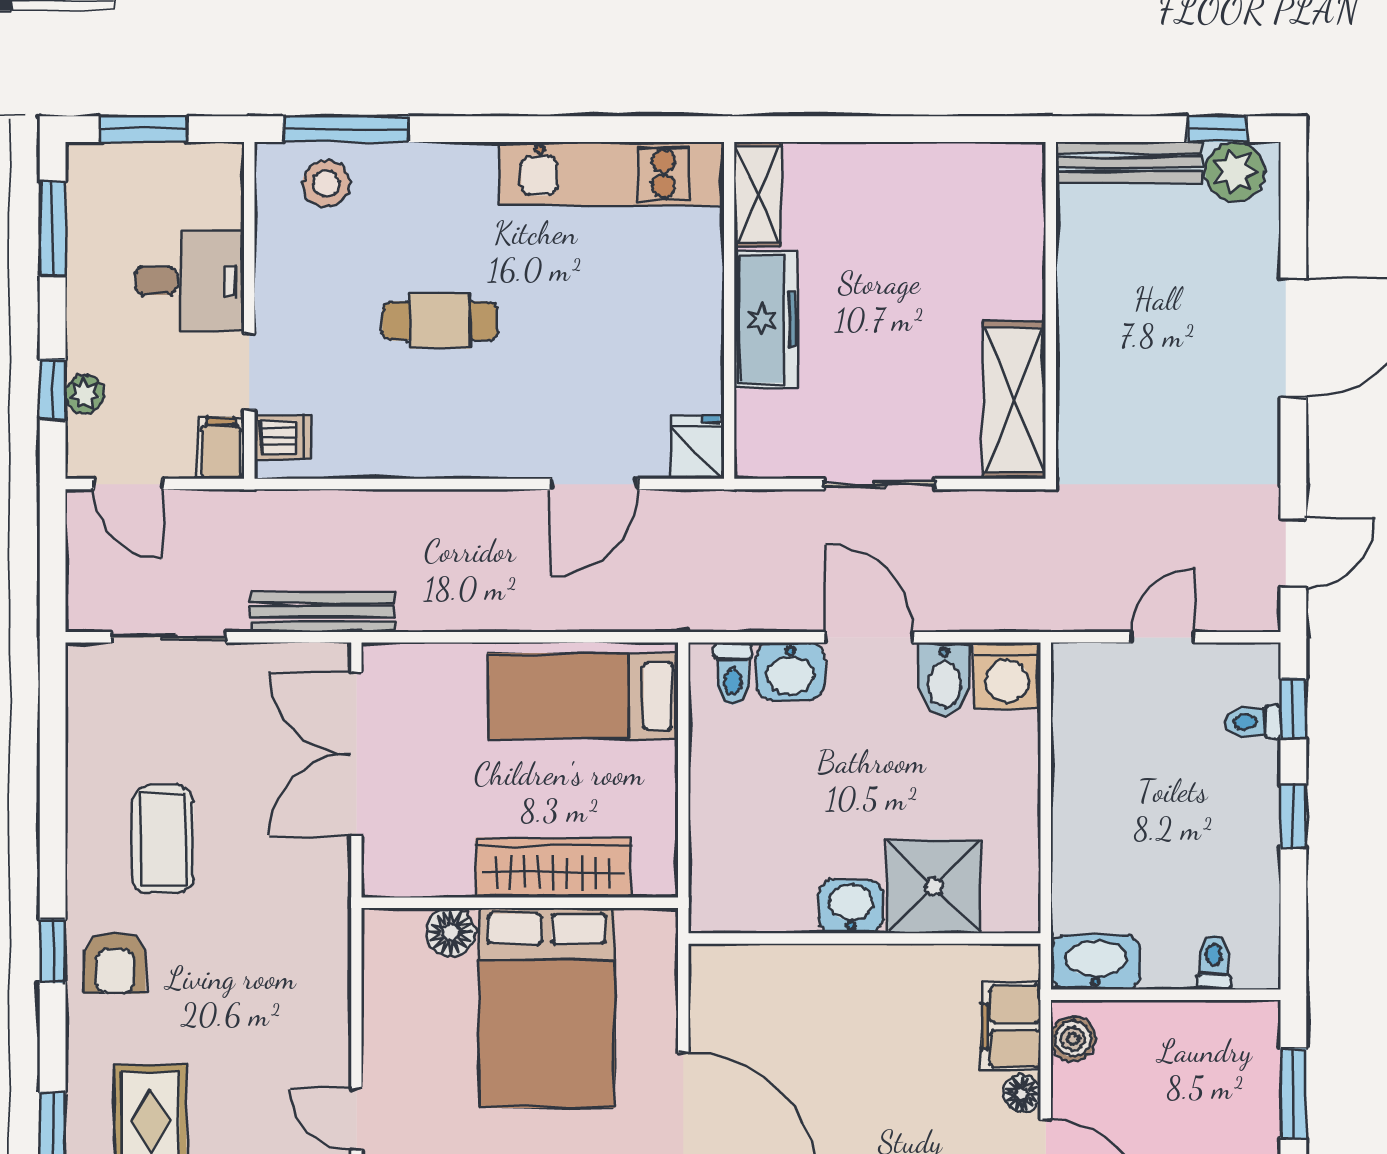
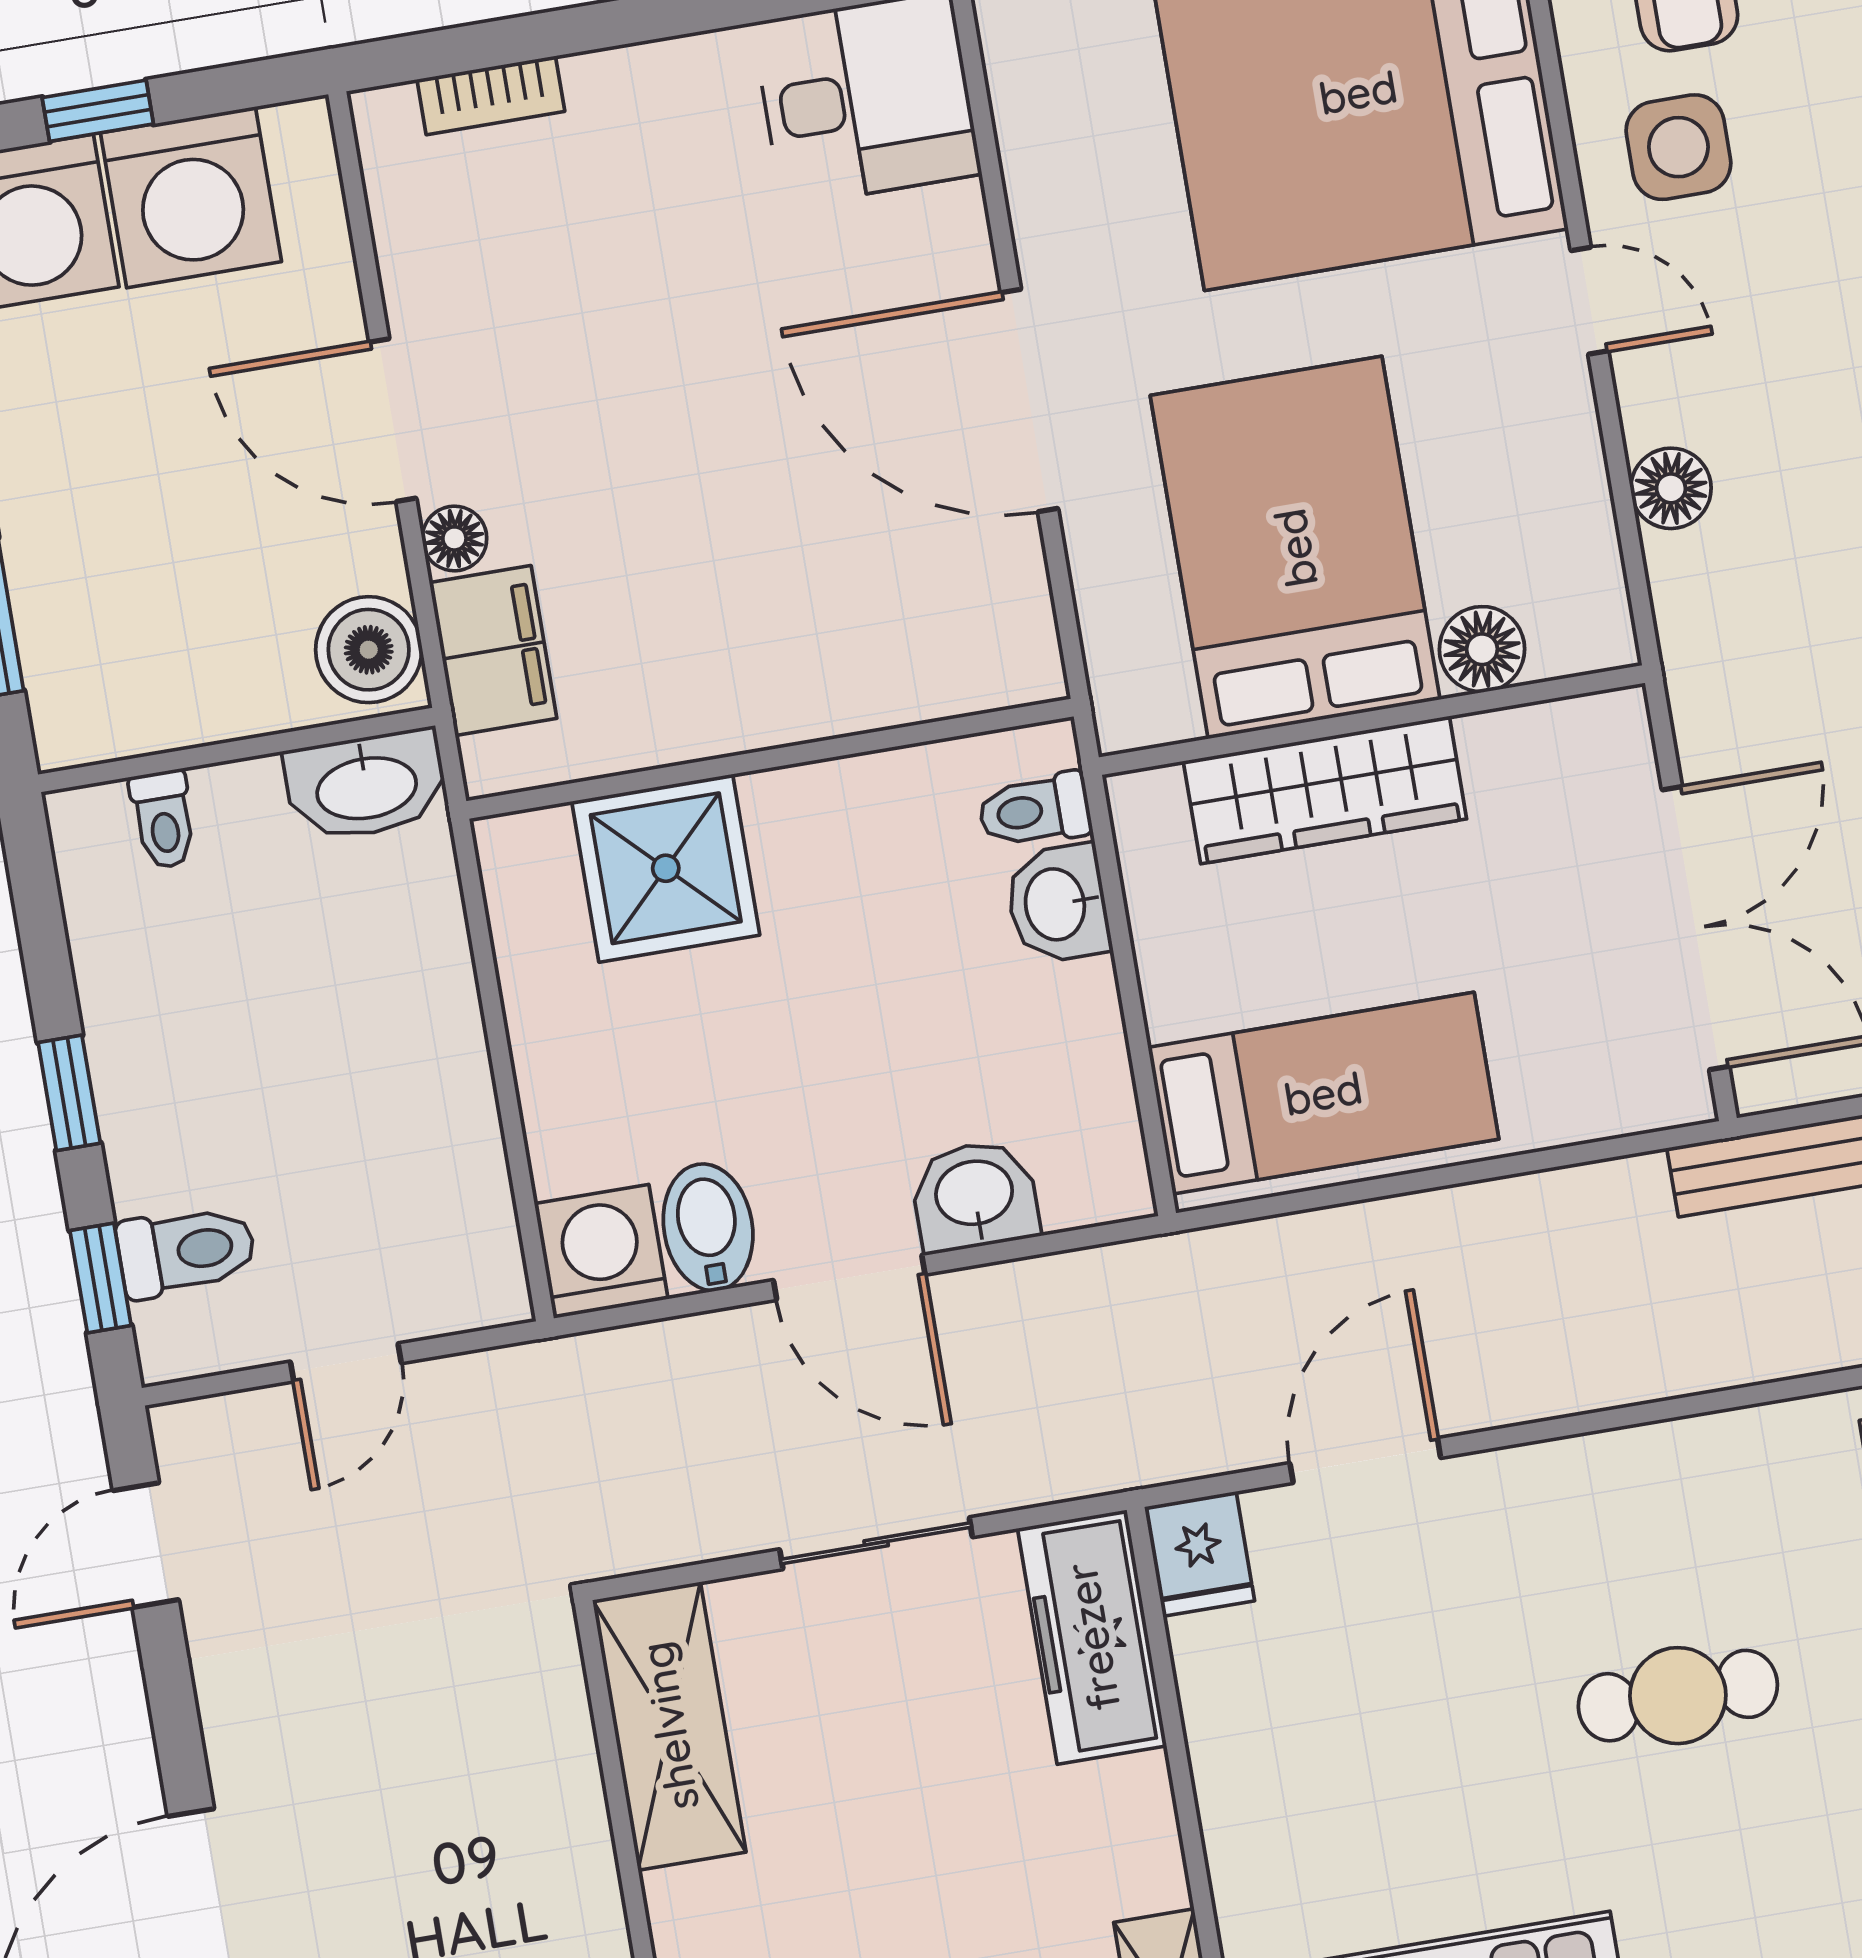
freezer: (766, 319) -> (1092, 1637), moved
toilet: (733, 673) -> (1035, 810), moved, turned -90
toilet: (1253, 722) -> (186, 1251), width x1.37, depth x1.39
washbasin: (851, 906) -> (1058, 904), moved, turned 90
floor lamp: (328, 1005) -> (1671, 488), added
boiler: (1073, 1039) -> (369, 650), width x1.36, depth x1.36

